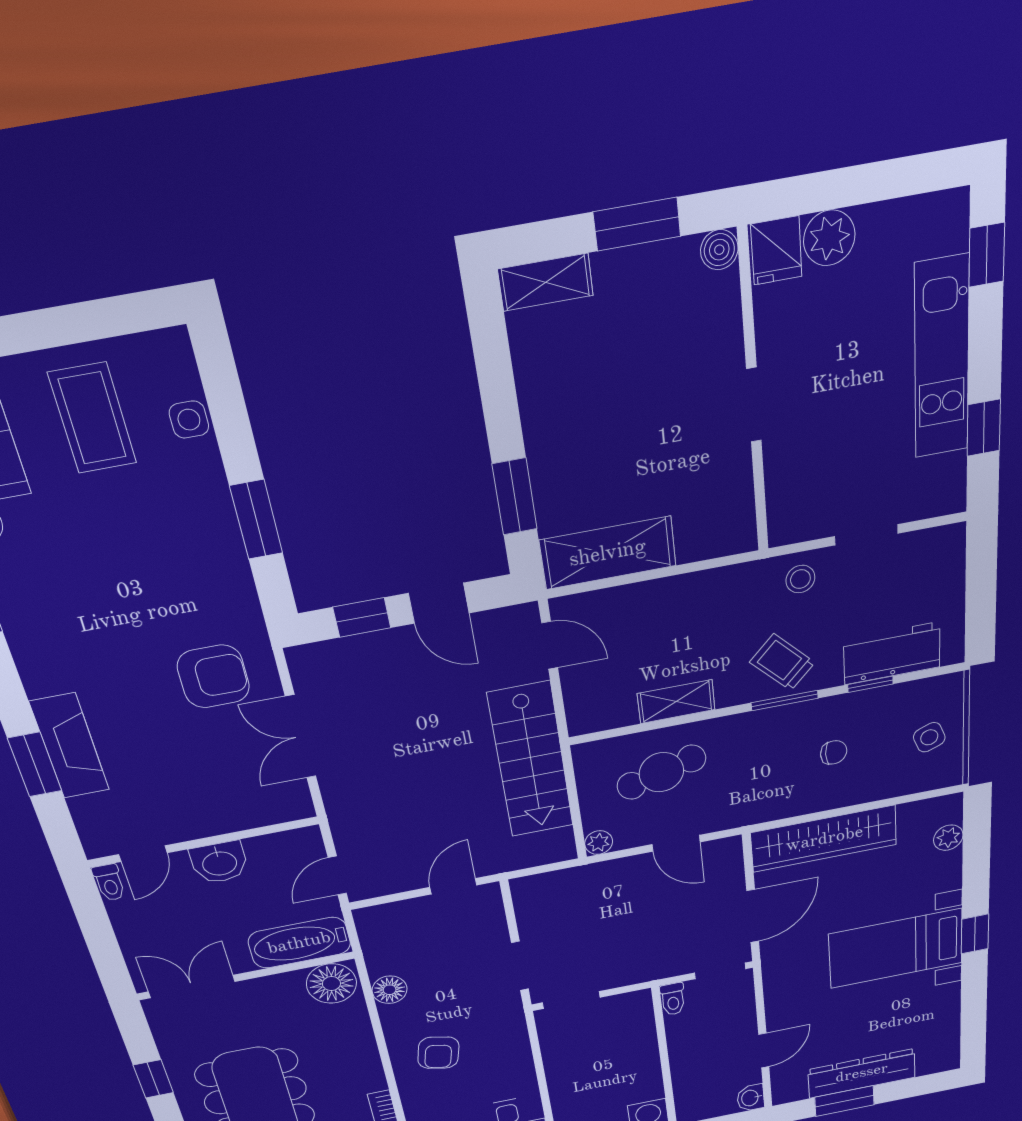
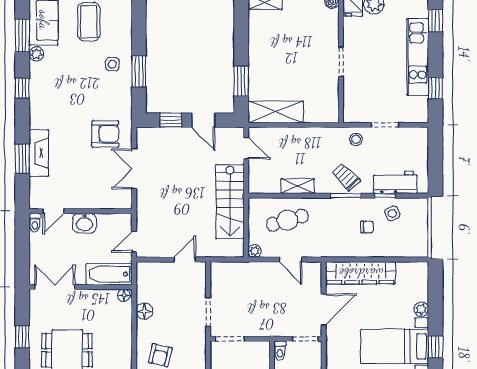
side table: (189, 420) -> (112, 64), moved
side table: (929, 737) -> (392, 213), moved
plant: (948, 838) -> (421, 309), moved
floor lamp: (331, 984) -> (124, 295), width x0.53, depth x0.53

